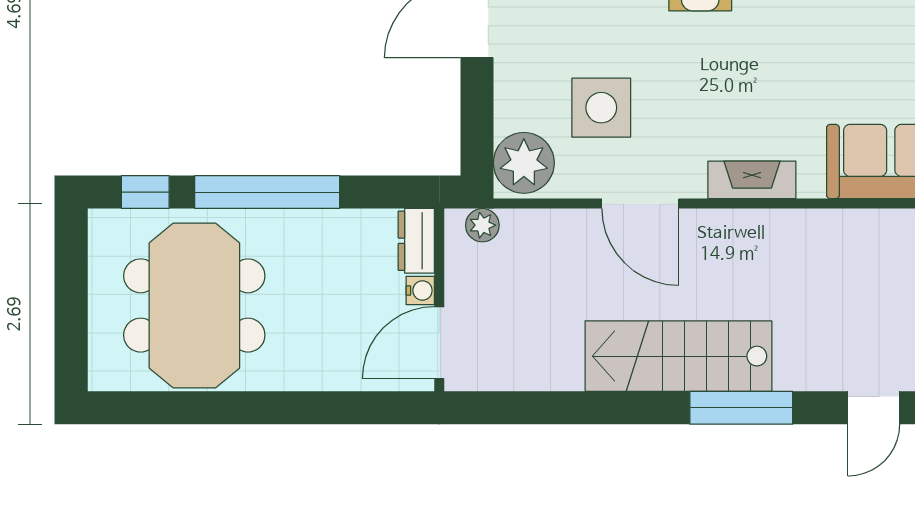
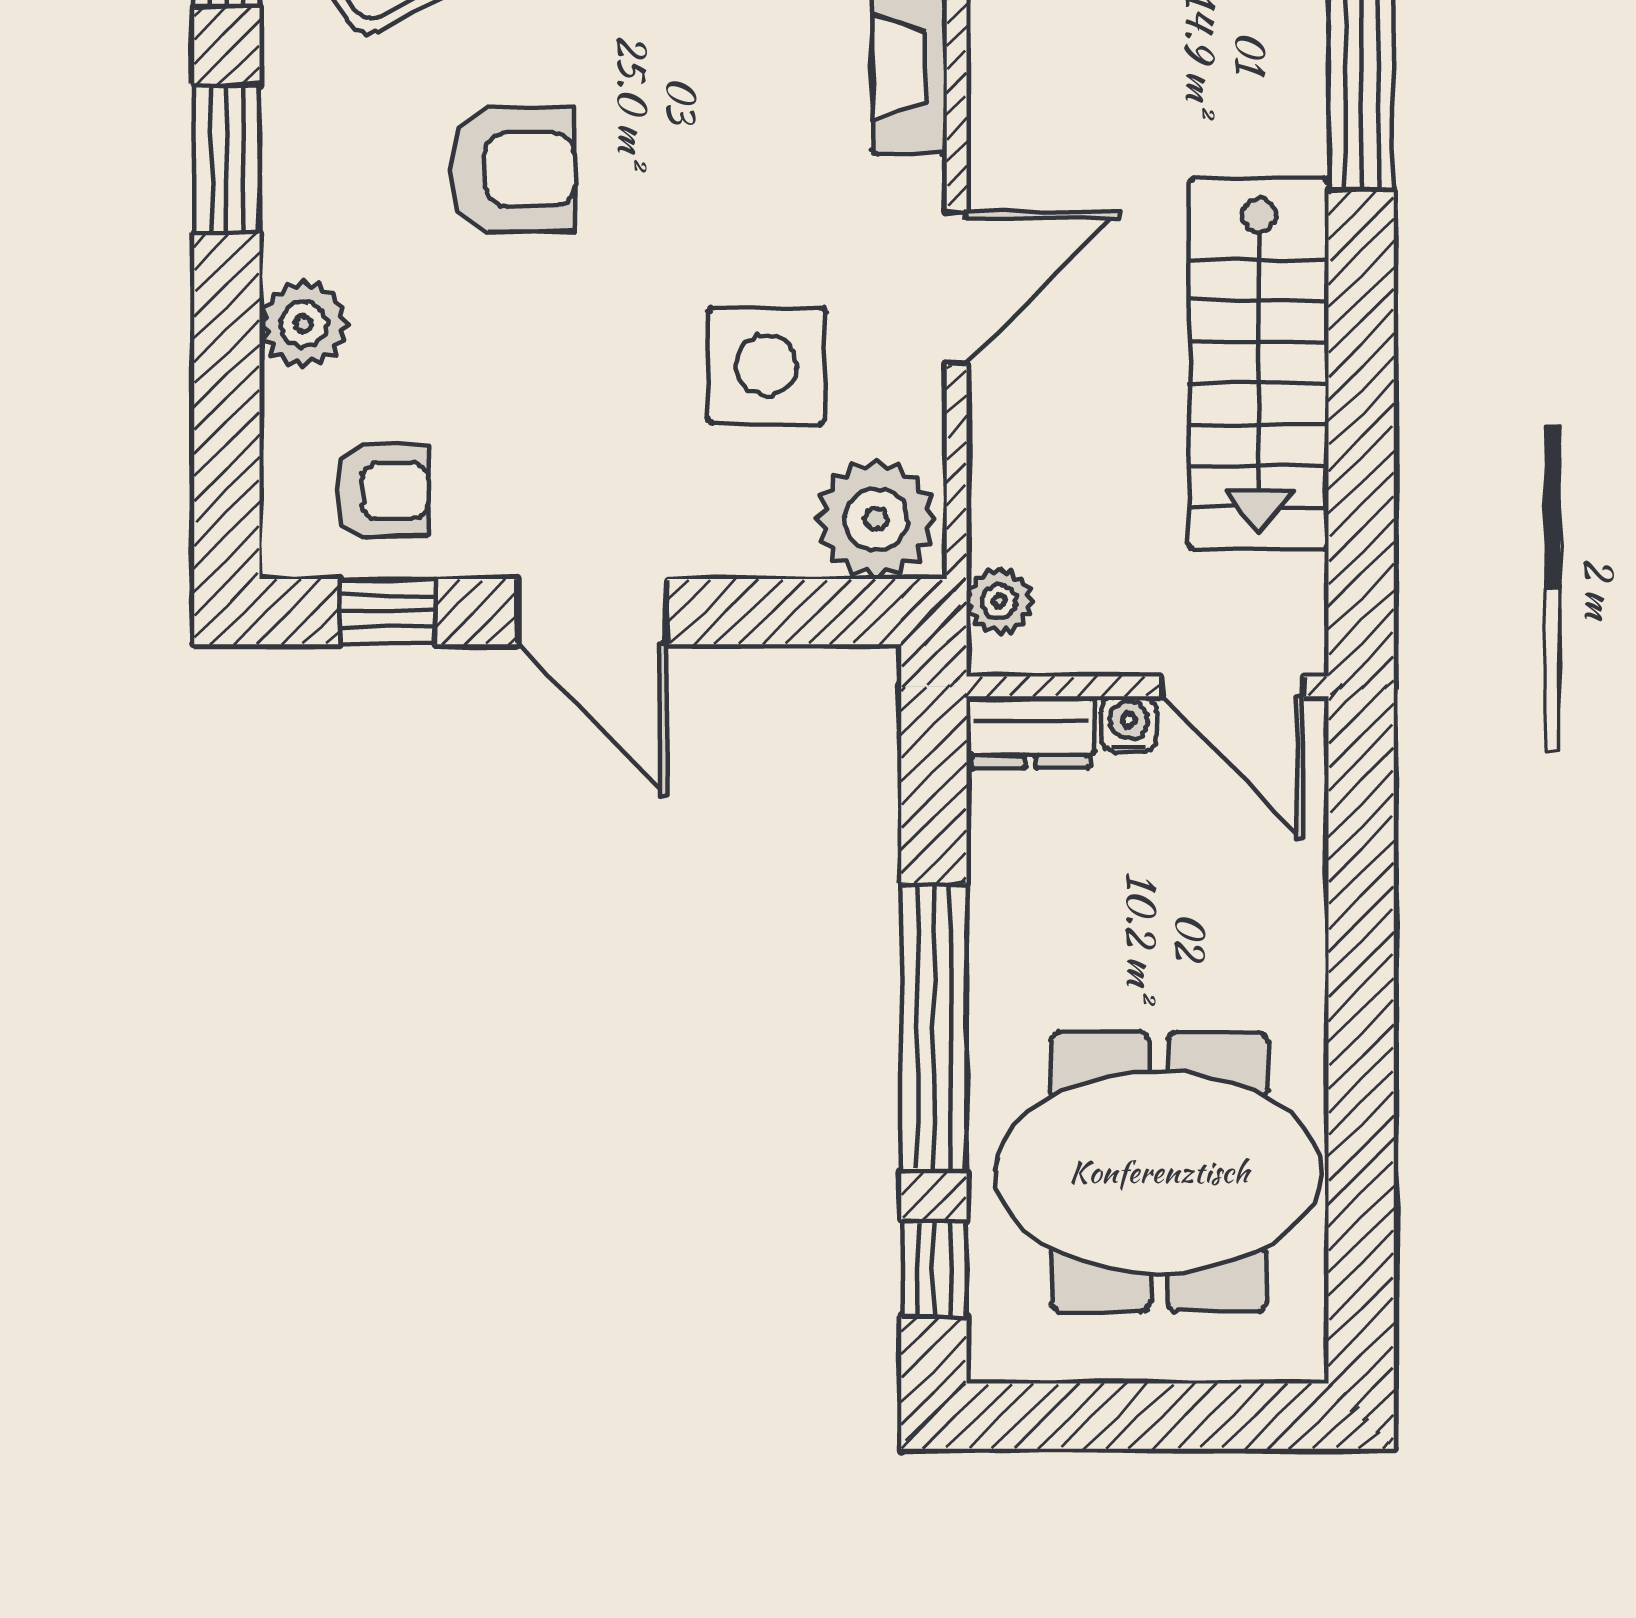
stairs: (678, 356) -> (1259, 364), moved

